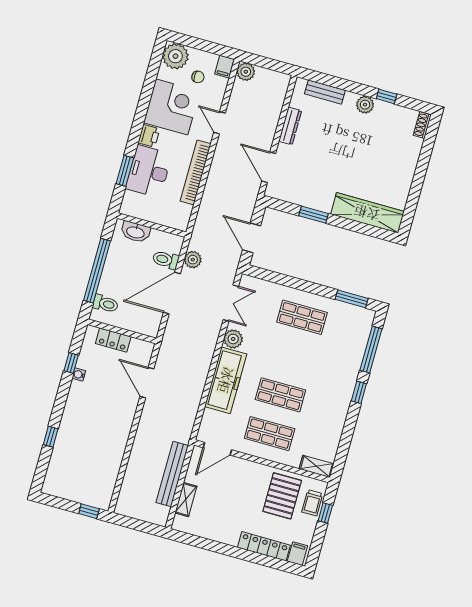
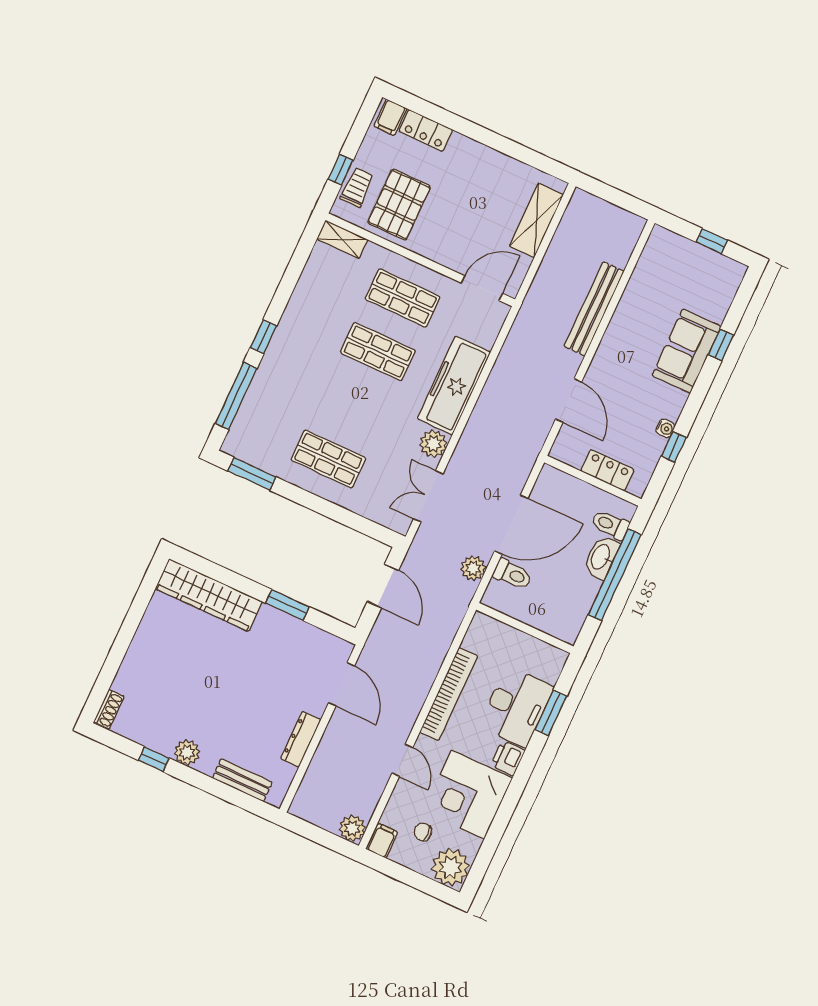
washbasin: (135, 232) -> (601, 557), moved, turned -90
sofa: (73, 429) -> (687, 351), added
bench: (172, 474) -> (594, 309), moved
shelving: (186, 500) -> (536, 220), width x1.50, depth x1.33
window: (89, 511) -> (712, 241), moved
locker: (264, 546) -> (426, 130), width x0.66

